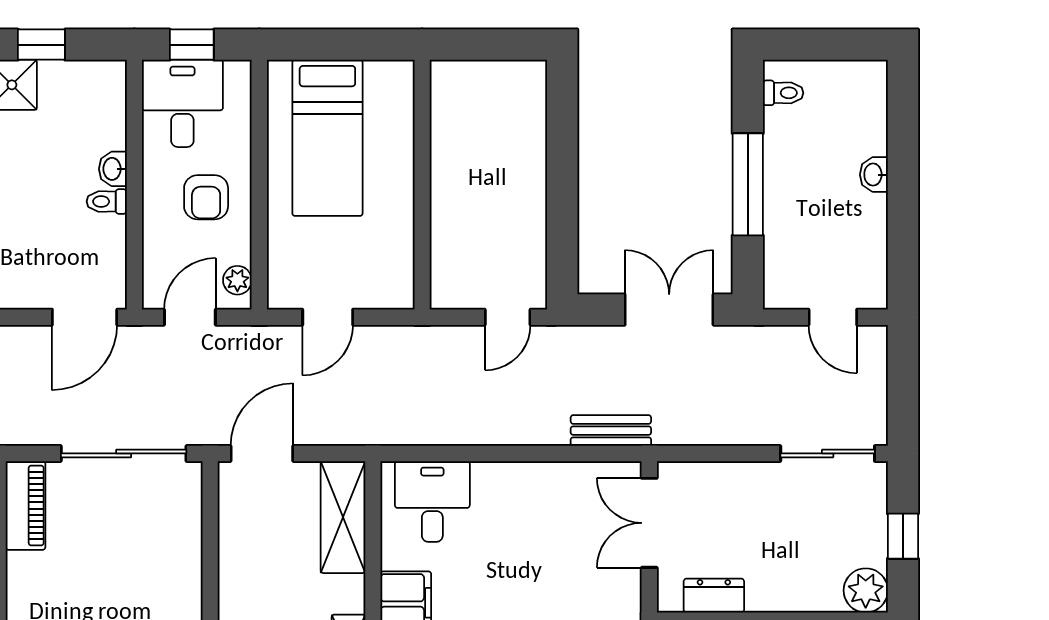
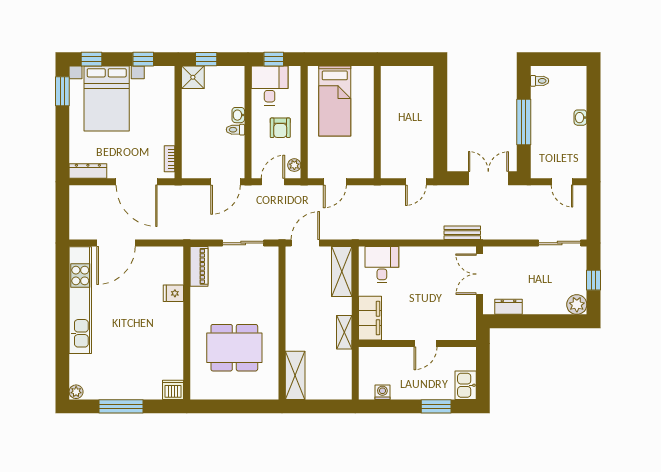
sliding door: (124, 453) -> (243, 243), width x0.73

